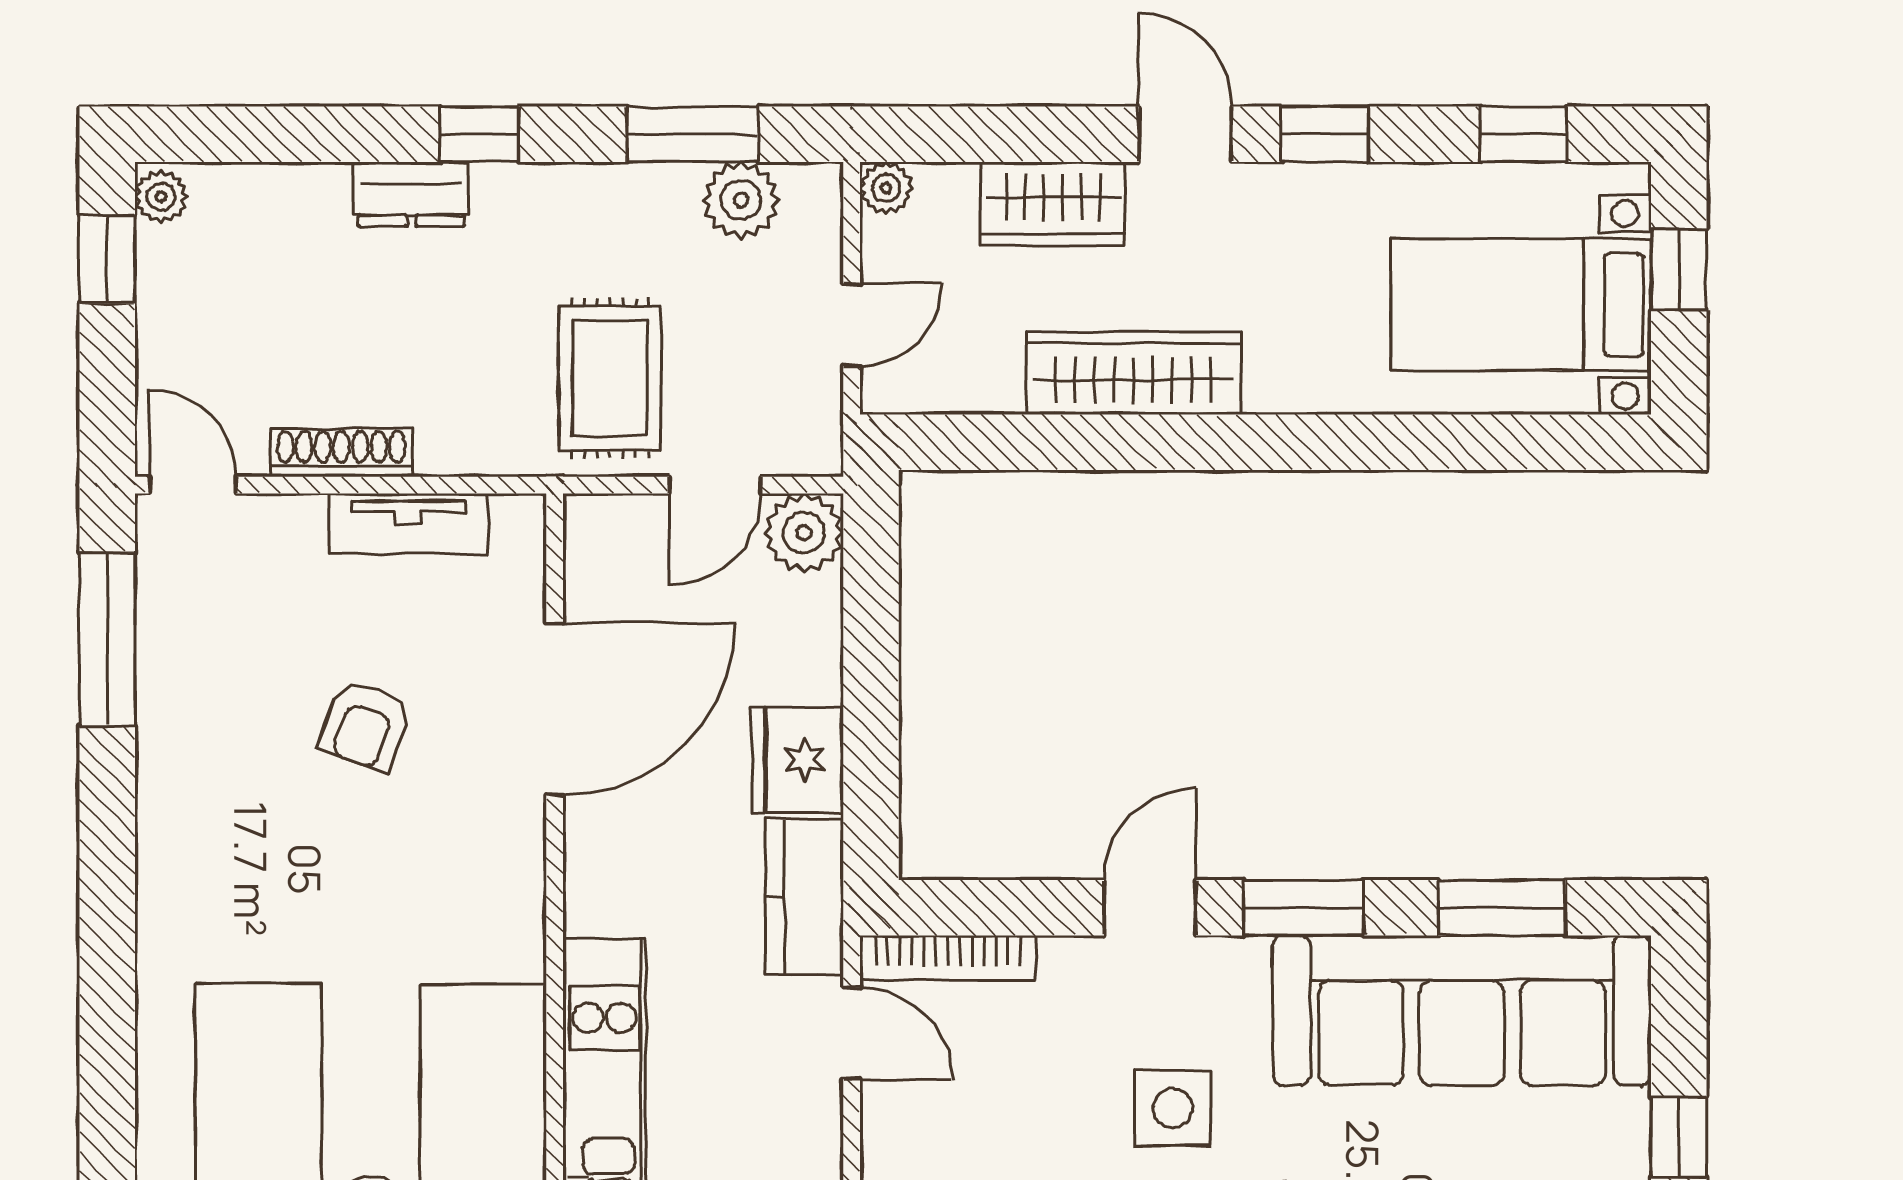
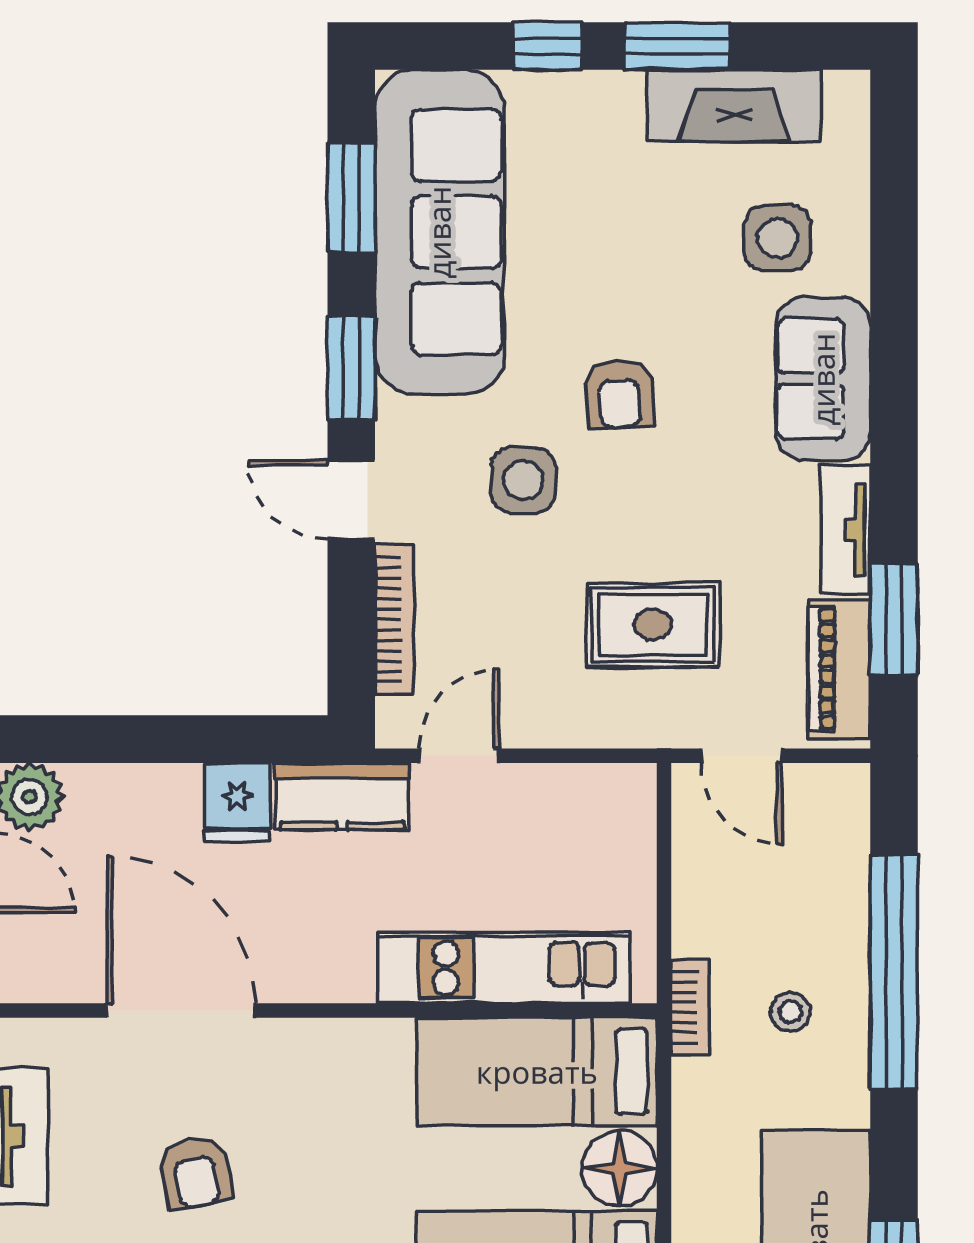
armchair: (366, 726) -> (195, 1173), turned 59
fridge: (798, 760) -> (237, 802), width x0.72
bookcase: (948, 958) -> (394, 619), moved

